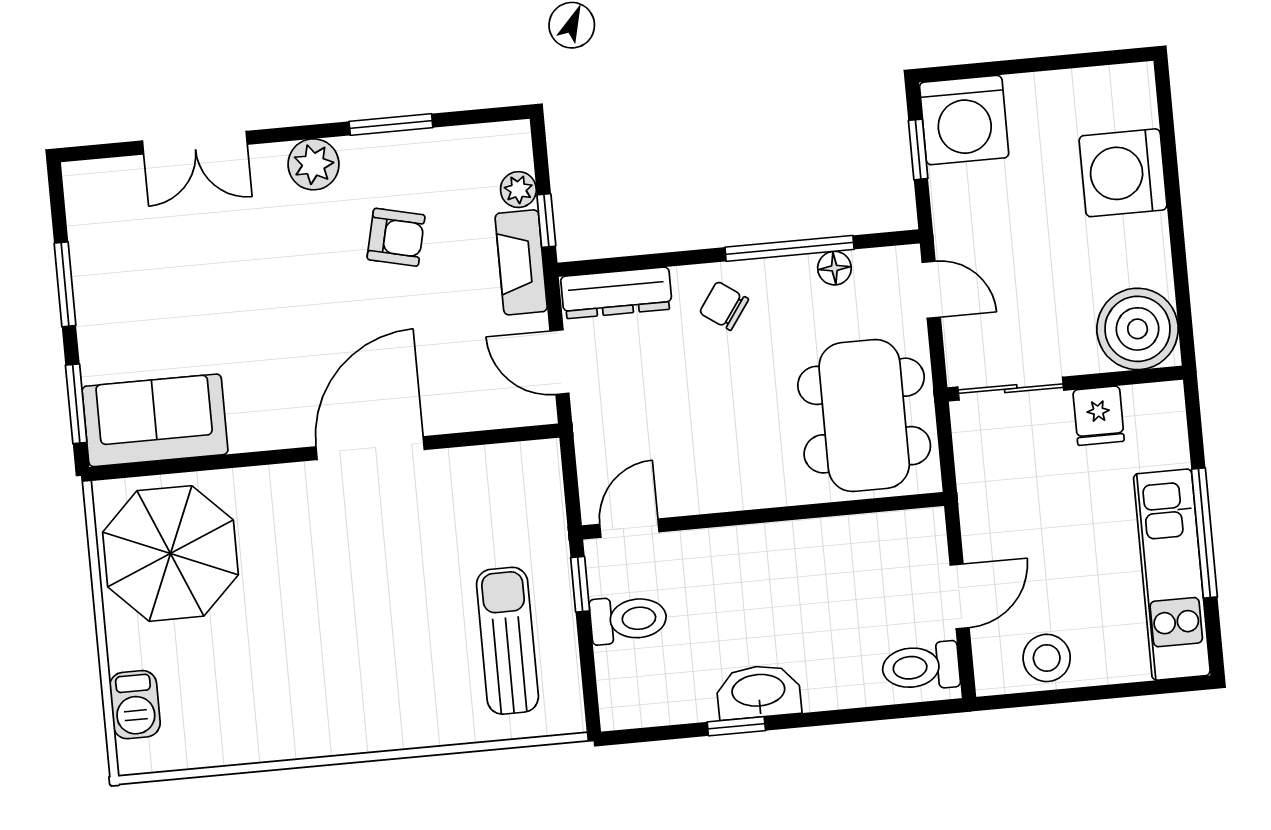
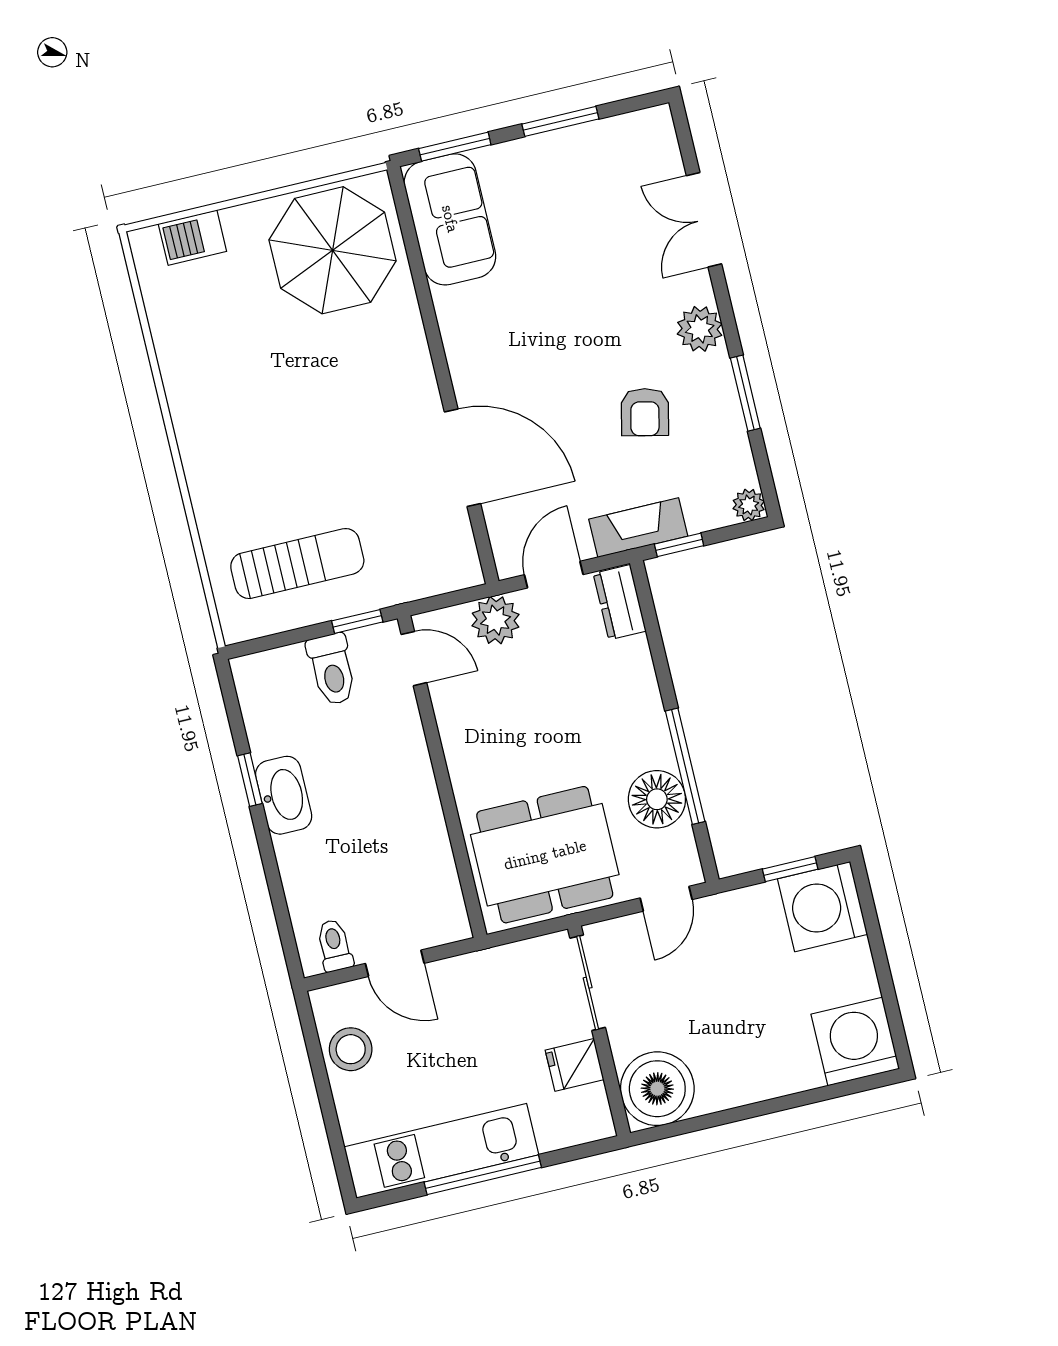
washing machine: (1123, 173) -> (855, 1042), moved
plant: (518, 190) -> (749, 505), moved
floor lamp: (834, 268) -> (657, 799), width x1.89, depth x1.89
dresser: (616, 293) -> (620, 602), width x0.70
chair: (724, 306) -> (625, 715), removed
plant: (600, 433) -> (496, 620), added
door: (370, 448) -> (463, 458), moved
toilet: (921, 667) -> (334, 945), width x0.73, depth x0.72

